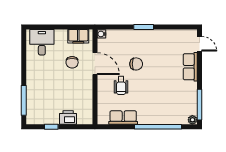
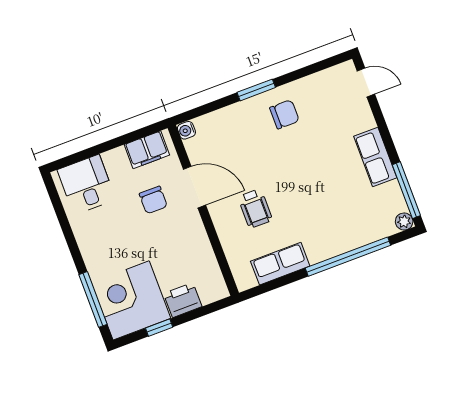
chair: (136, 64) -> (284, 114), moved
row of seats: (190, 67) -> (375, 157), moved
corner desk: (42, 108) -> (131, 300), added

